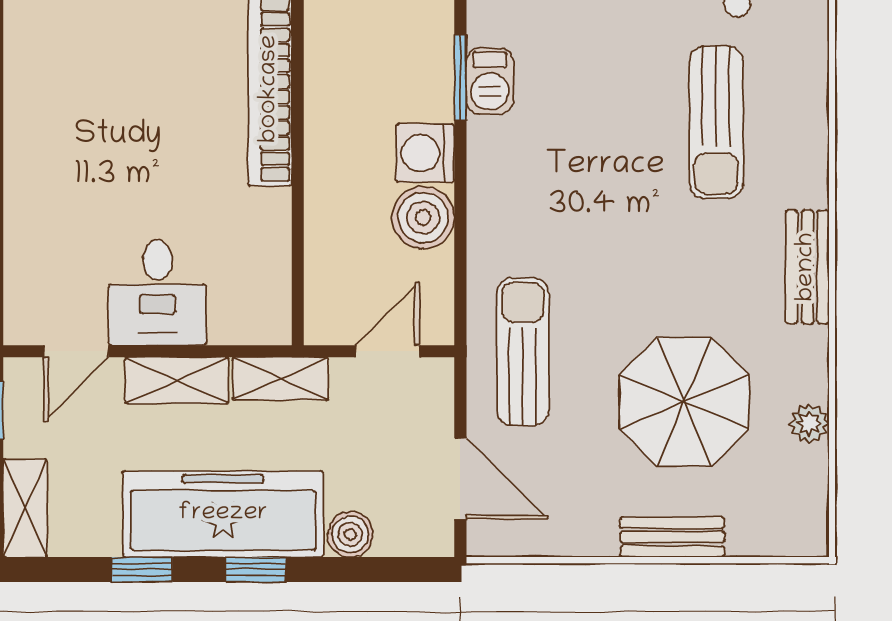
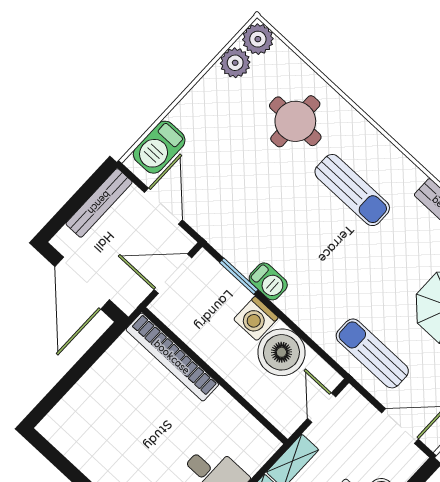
barbecue: (490, 81) -> (268, 281), moved
boiler: (423, 218) -> (281, 352), width x1.37, depth x1.37

